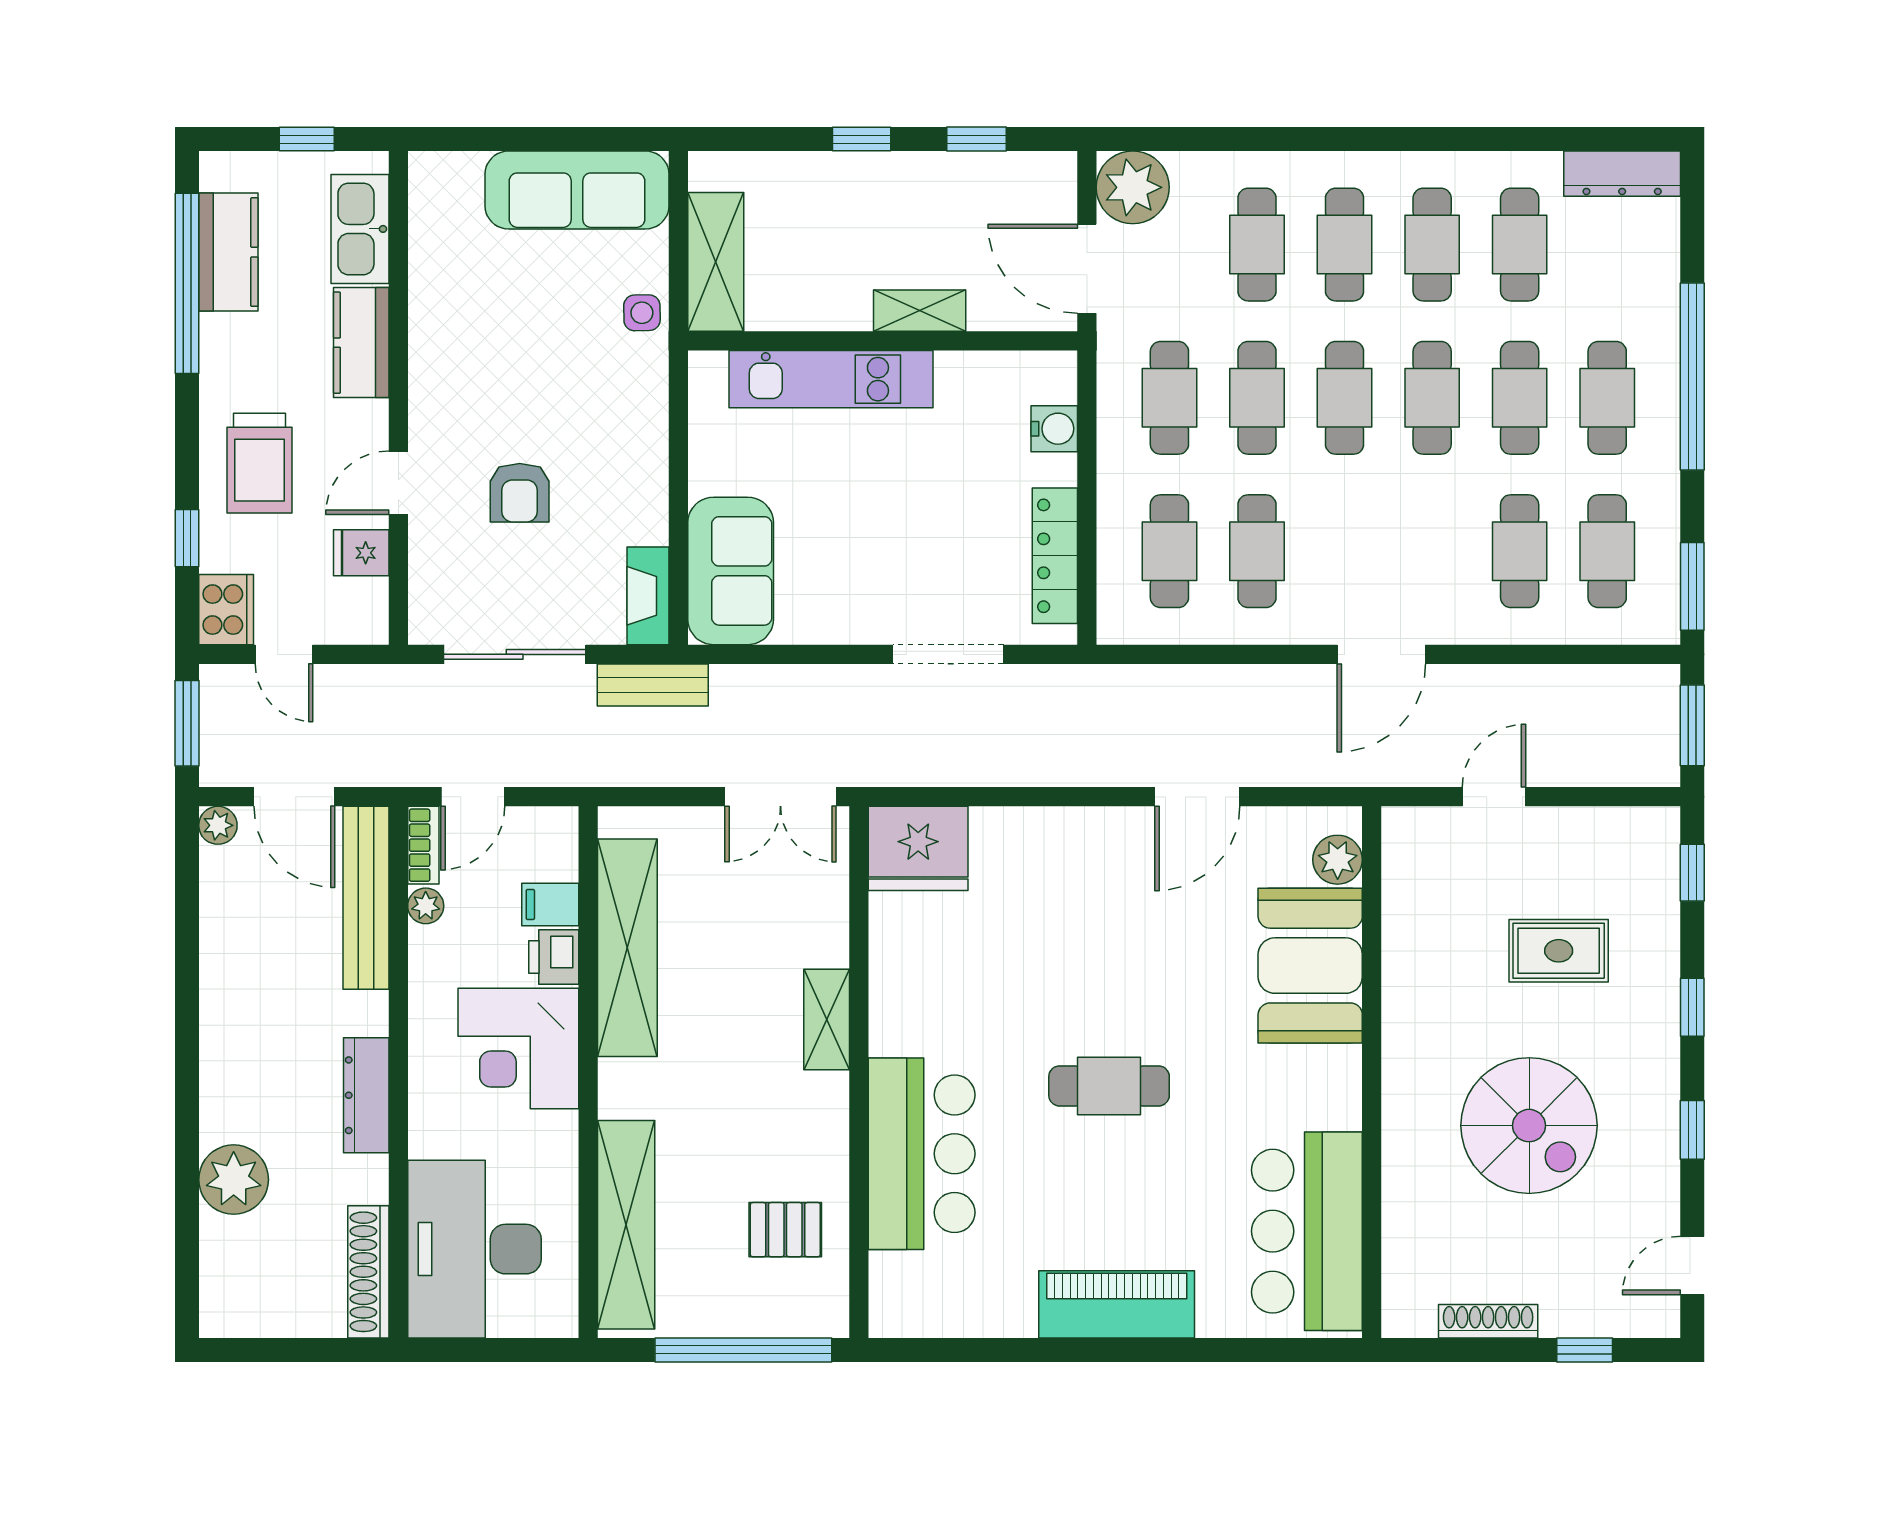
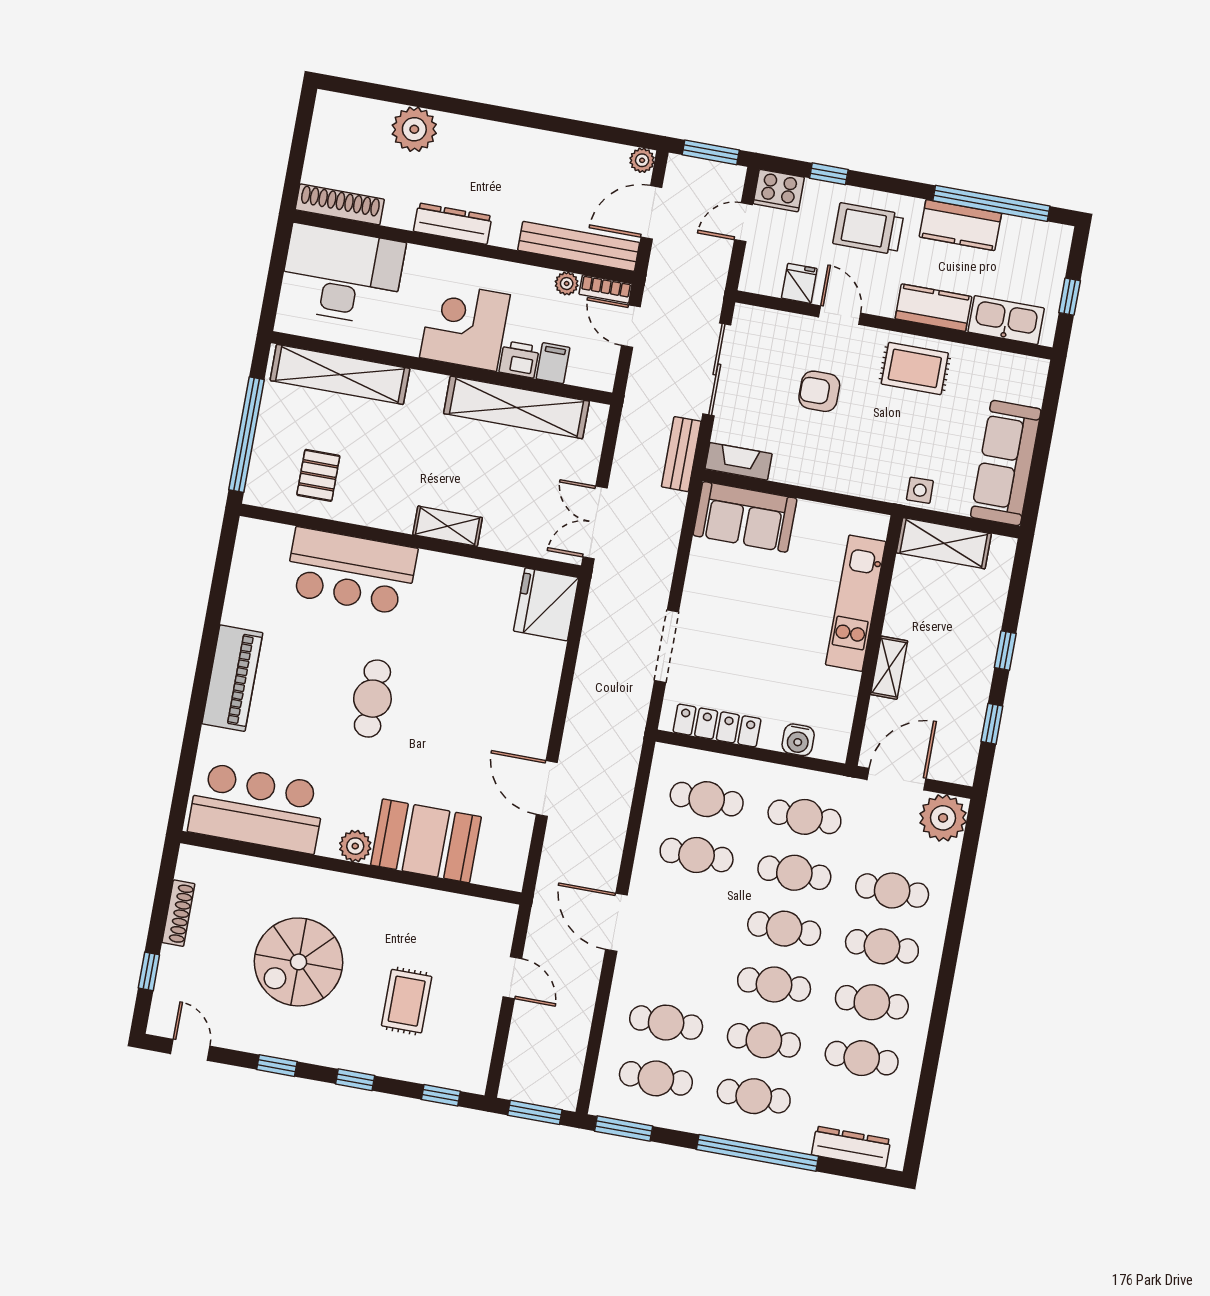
dresser: (1622, 174) -> (851, 1147), moved, turned 90
kitchen counter: (228, 252) -> (960, 225), moved
rug: (459, 354) -> (915, 368), added
plant: (1338, 860) -> (355, 846), moved

